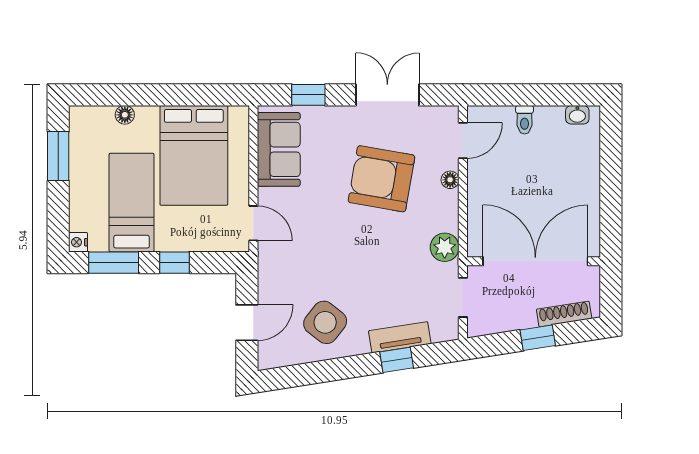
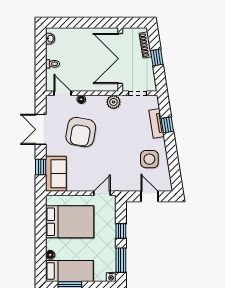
sofa: (279, 149) -> (56, 174), moved, turned 90
bed: (132, 203) -> (69, 271), moved, turned 180
side table: (325, 322) -> (149, 159), turned -38

